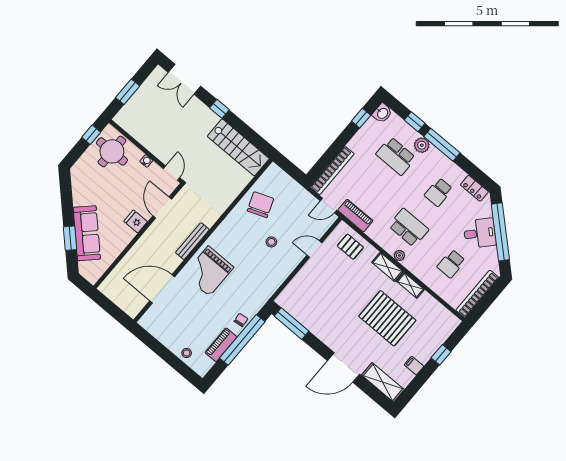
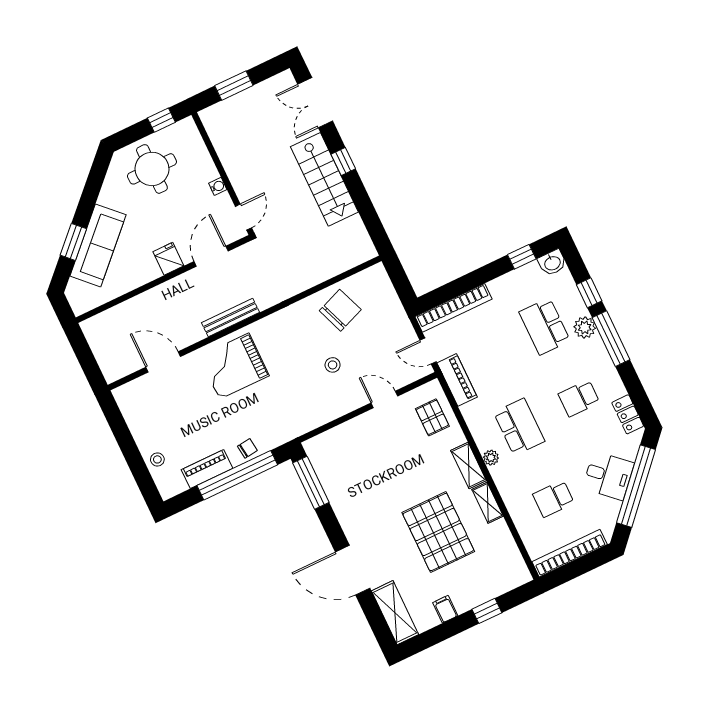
stairs: (238, 147) -> (324, 179), moved
round table: (112, 151) -> (152, 169), moved
door: (162, 289) -> (163, 362), width x0.73

